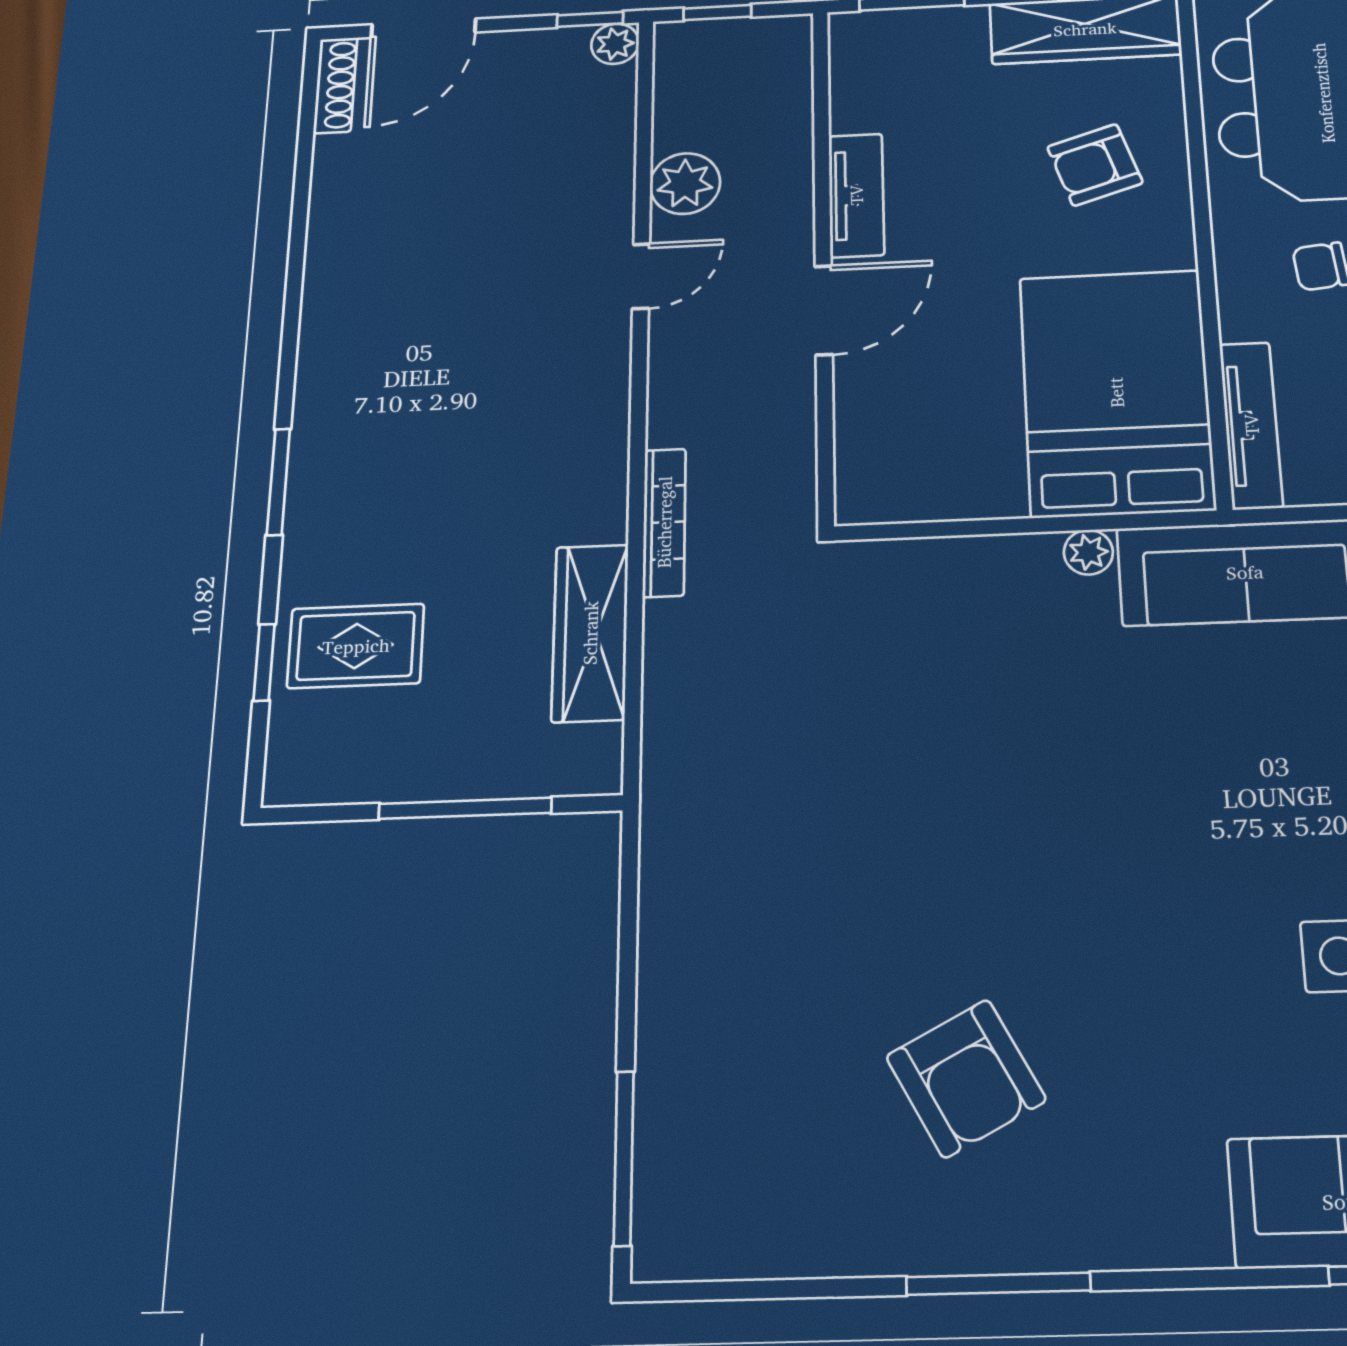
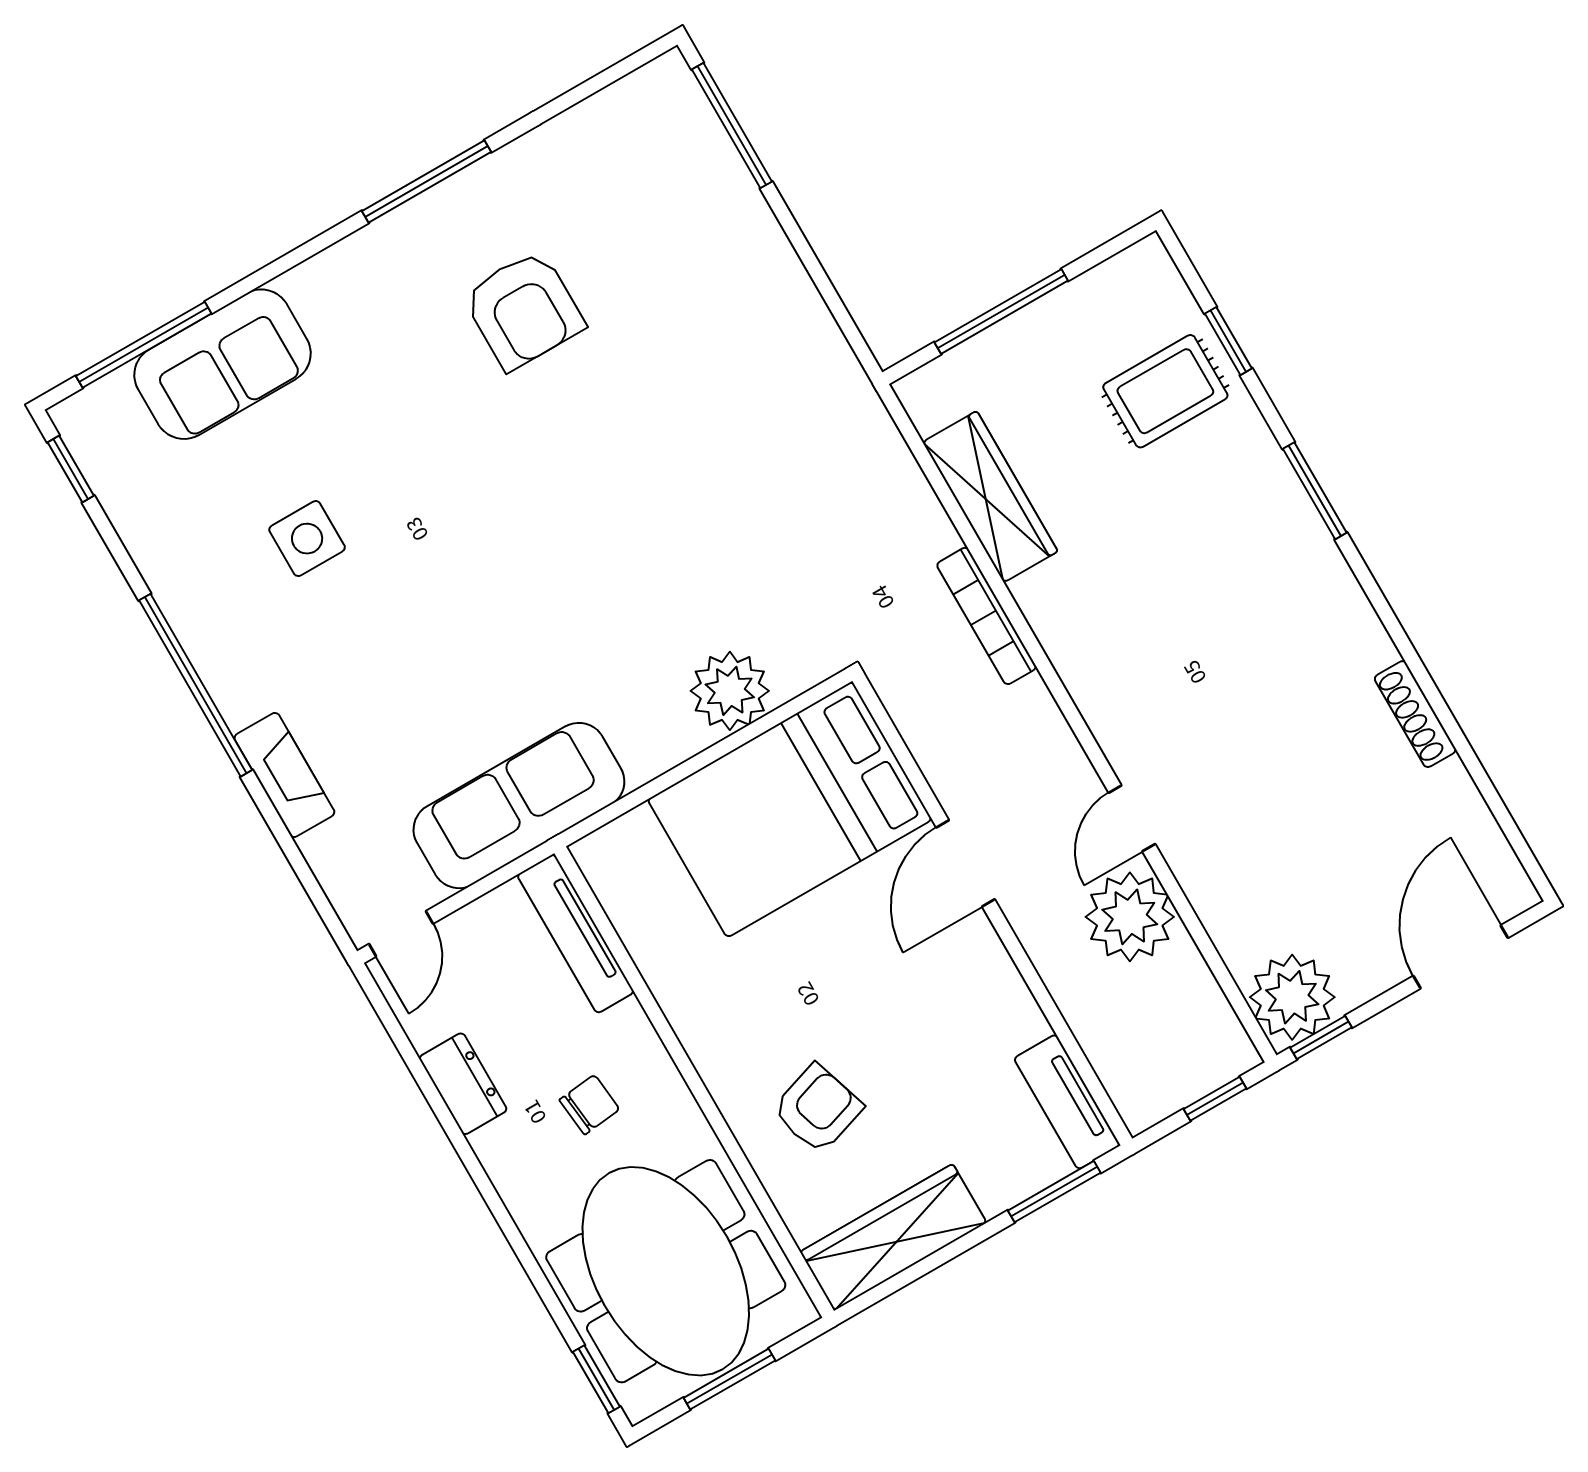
plant: (615, 44) -> (1292, 997), width x1.88, depth x1.88
shoe rack: (335, 85) -> (1415, 714), moved
plant: (685, 184) -> (1130, 917), width x1.36, depth x1.36
tv unit: (856, 195) -> (1067, 1102), moved
bed: (1116, 392) -> (790, 809), moved, turned 90
plant: (1088, 552) -> (730, 691), moved, width x1.88, depth x1.88
armchair: (966, 1078) -> (524, 310), turned -152

